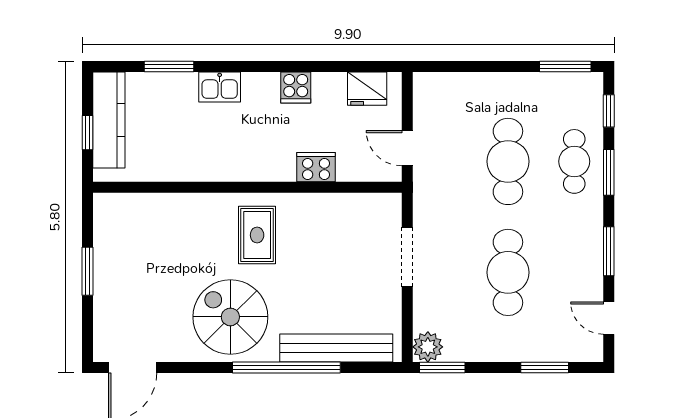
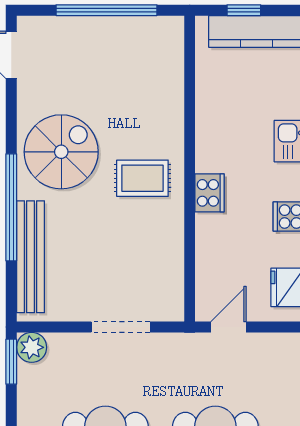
cooker: (316, 167) -> (210, 193), moved
window: (87, 271) -> (106, 10), width x2.11

